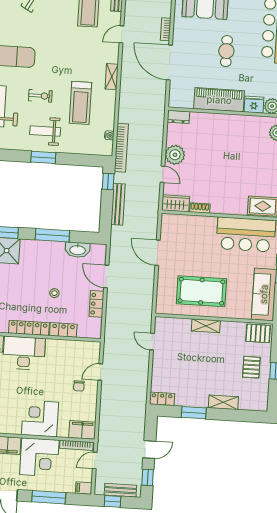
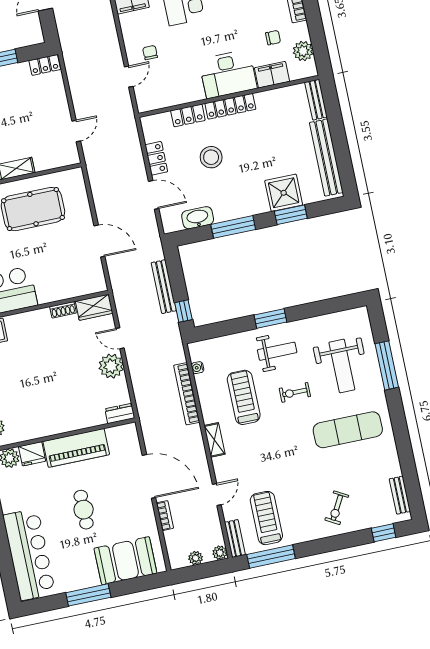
bookcase: (121, 148) -> (187, 394), moved
stool: (54, 293) -> (211, 157), width x1.89, depth x1.89
door: (152, 342) -> (76, 131), hinge flipped

